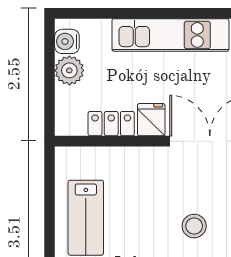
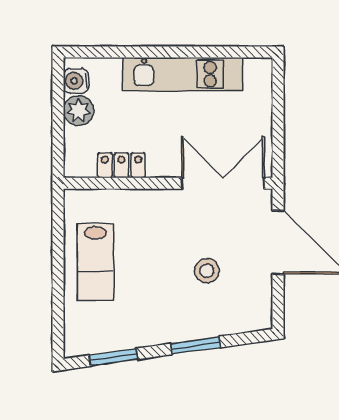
fridge: (151, 120) -> (163, 161), removed

